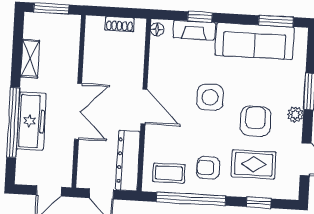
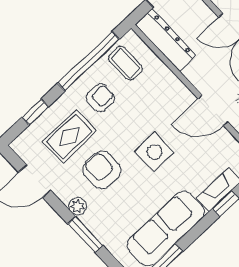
door: (144, 106) -> (213, 110), moved
armchair: (255, 121) -> (102, 170), turned 180
coffee table: (169, 173) -> (125, 63), turned 90

